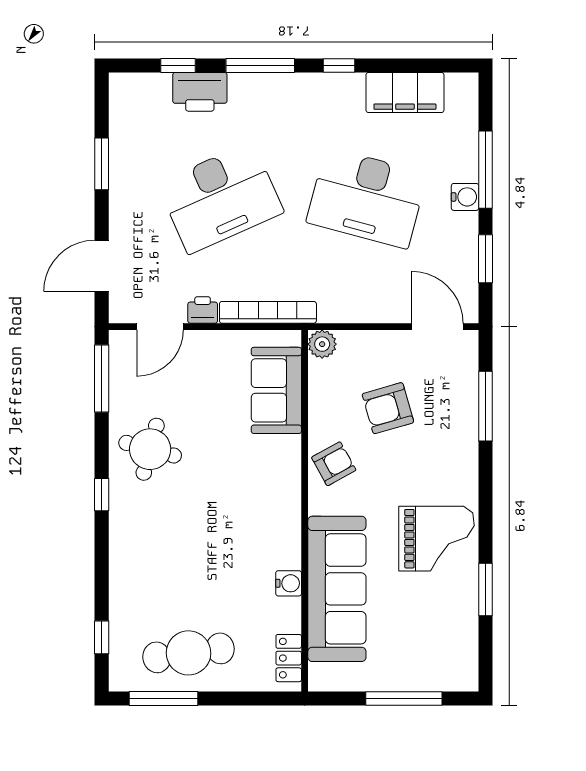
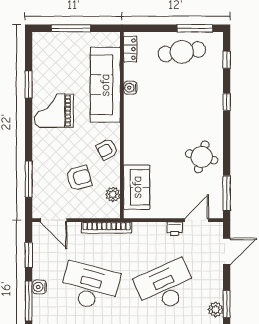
plant: (123, 153) -> (216, 309), added
bookcase: (268, 312) -> (107, 227), moved
plant: (322, 344) -> (113, 194), moved
window: (102, 495) -> (227, 102), moved

